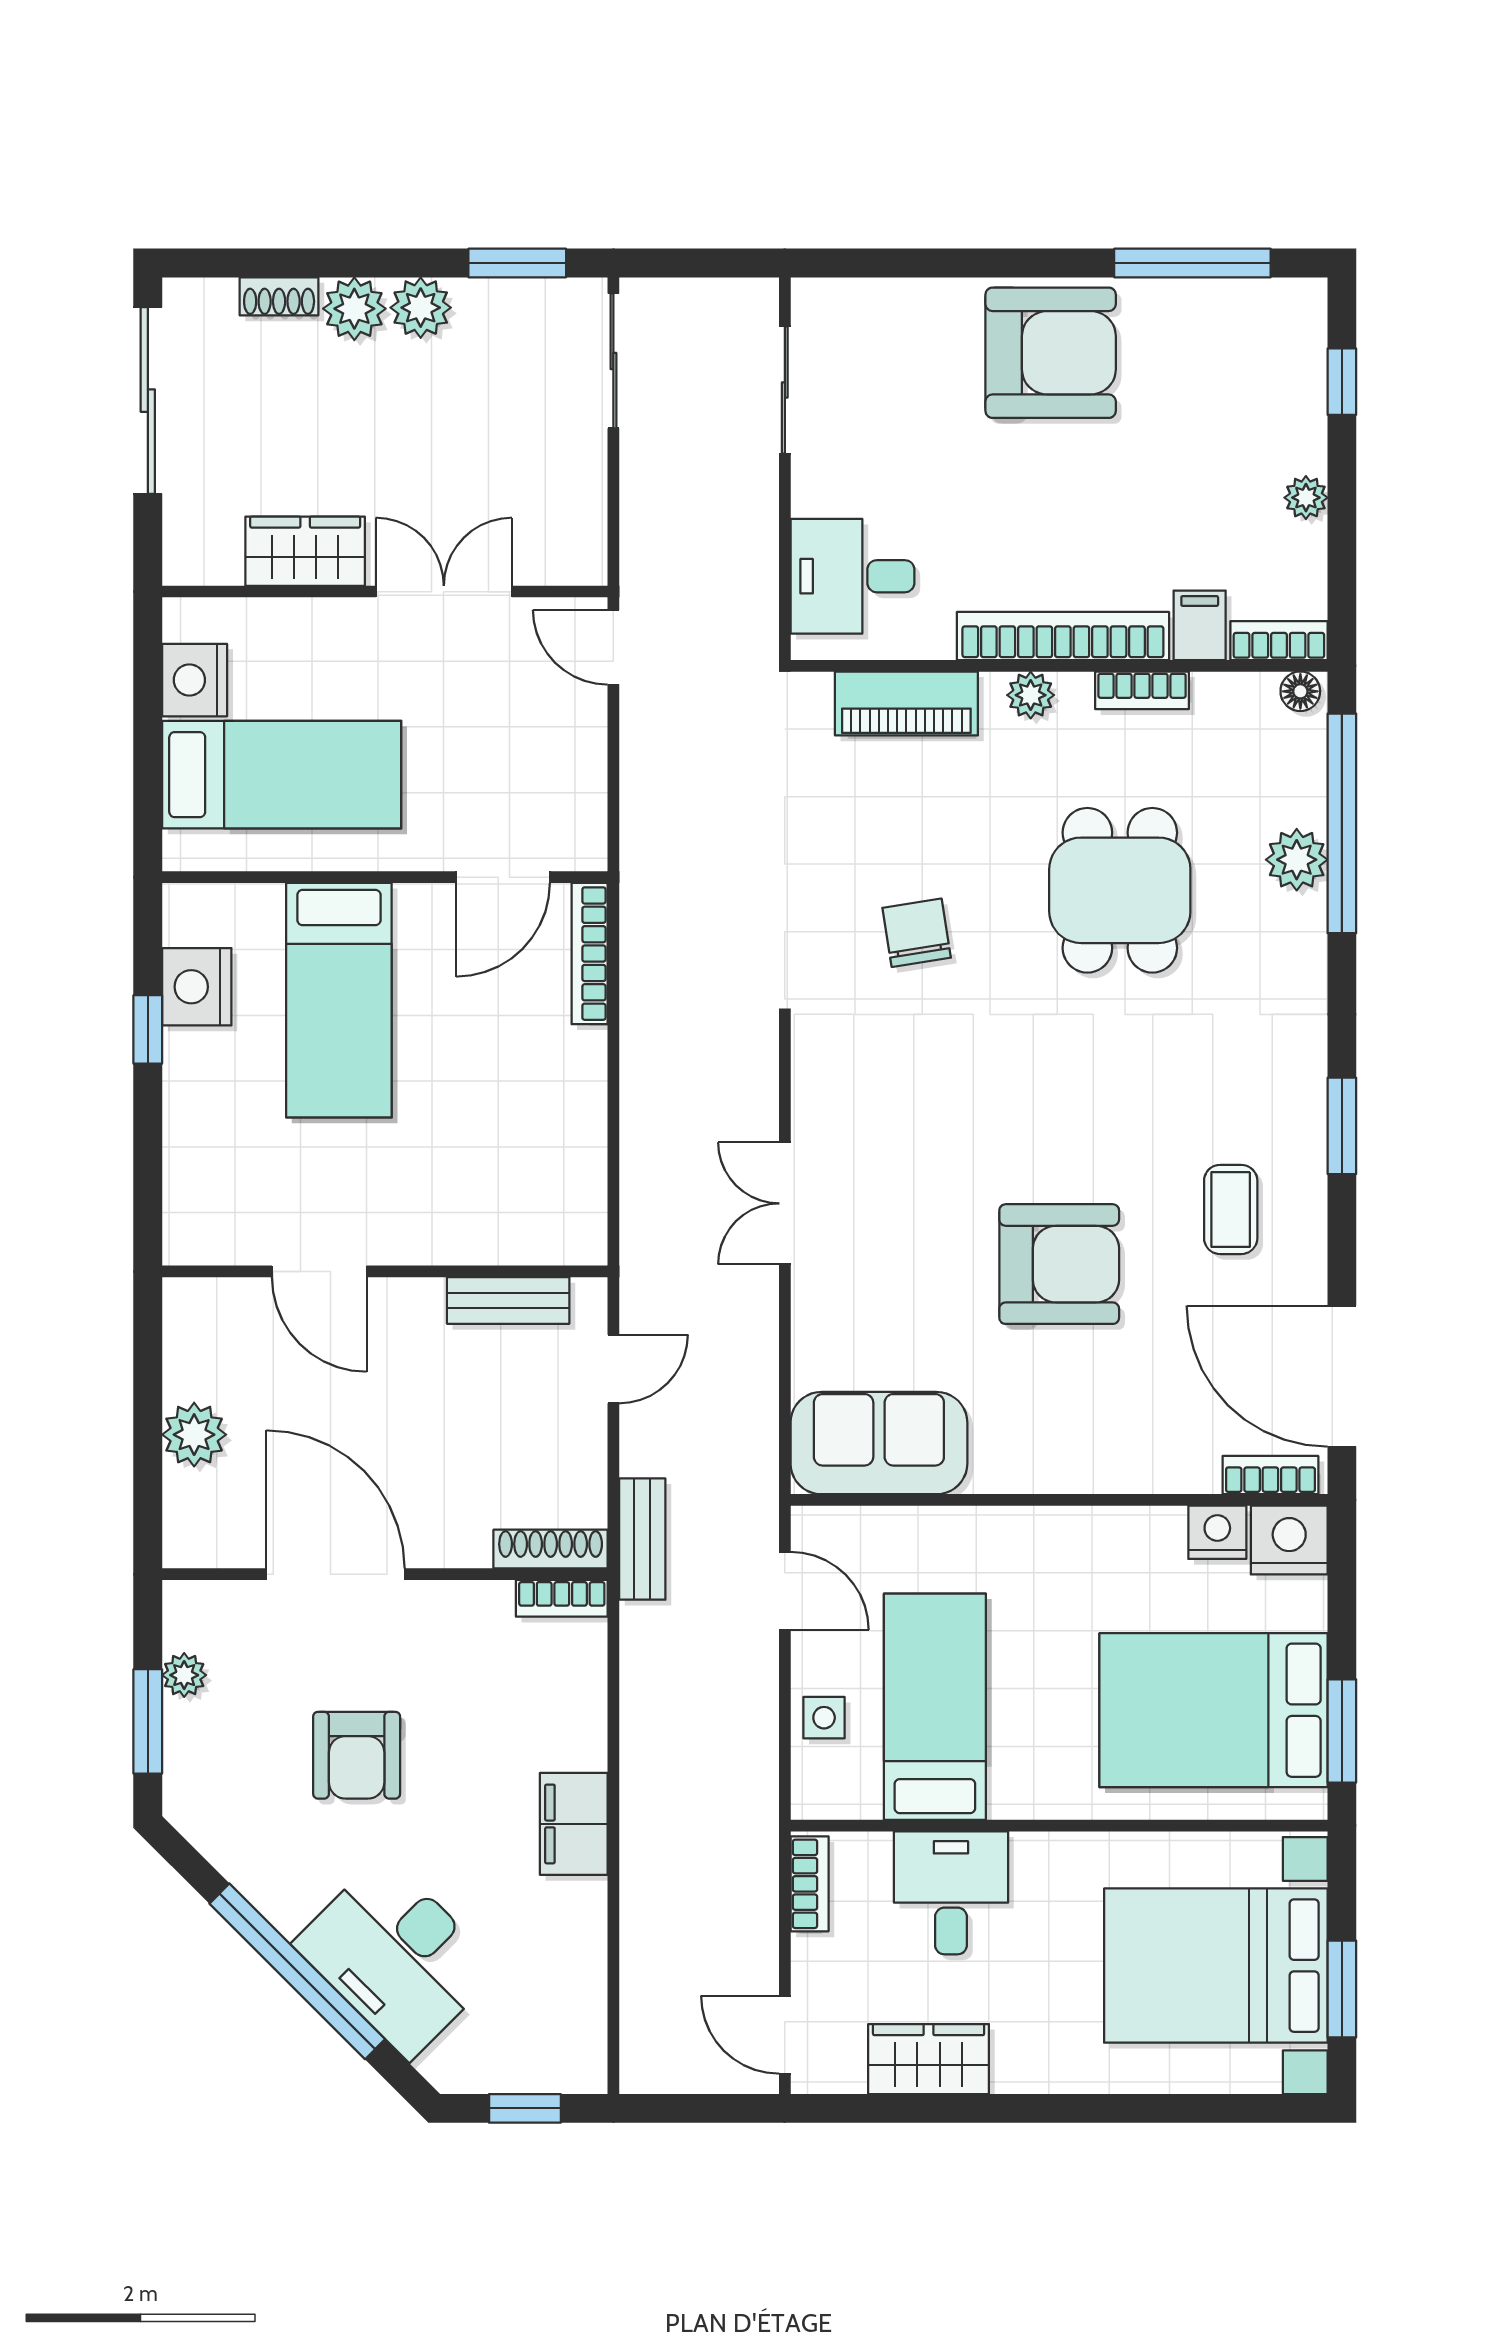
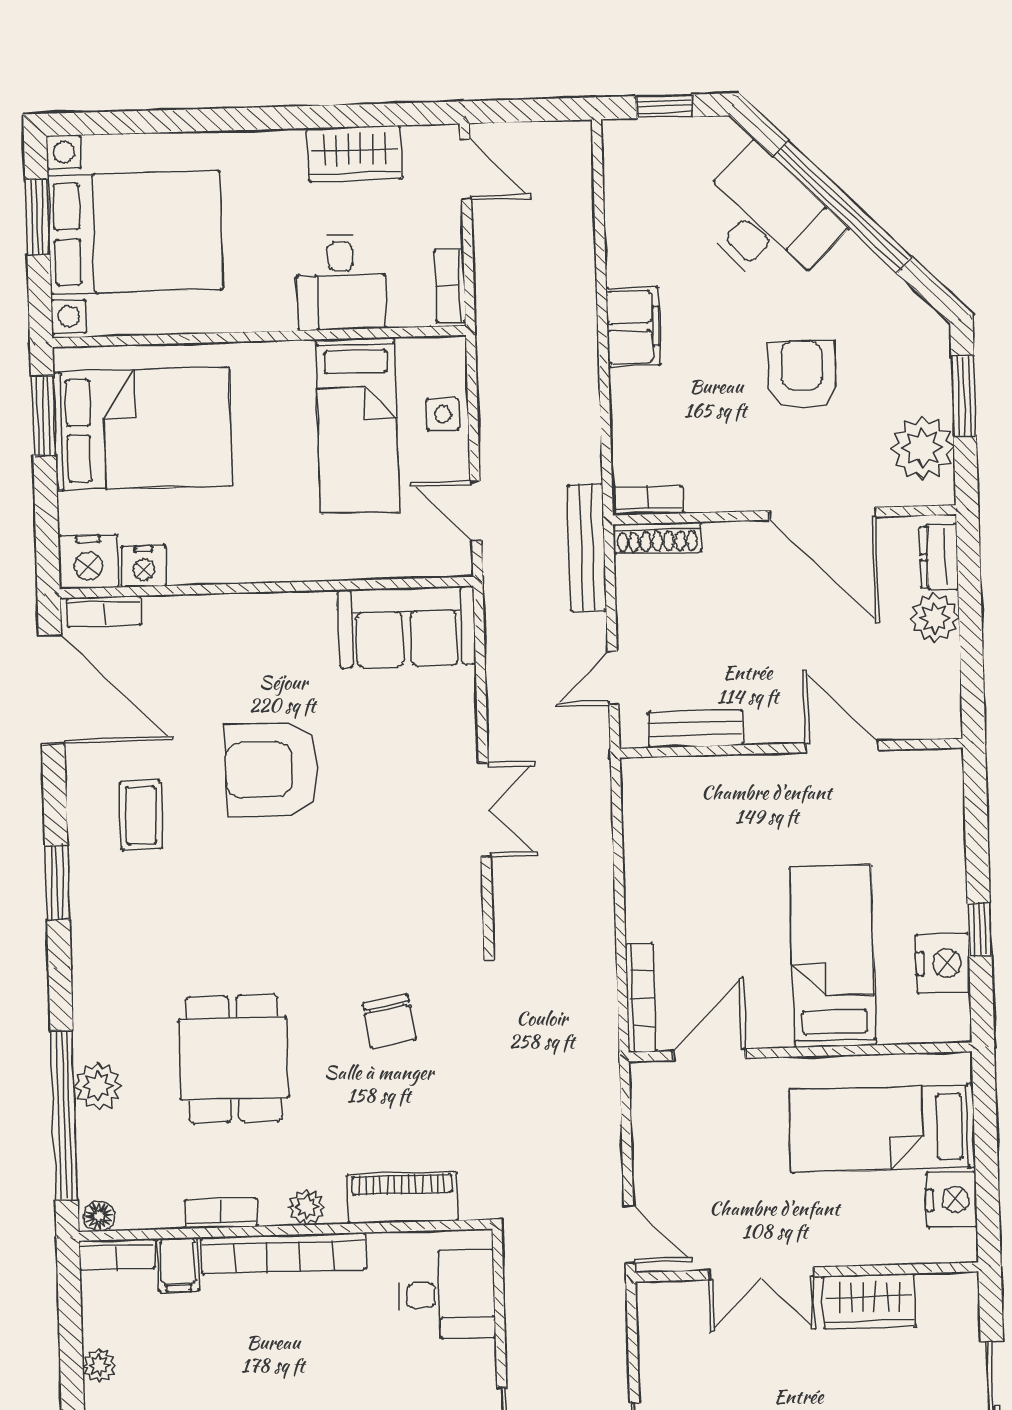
dresser: (186, 1514) -> (939, 557), added
bench: (642, 1539) -> (587, 548), width x1.36
plant: (184, 1675) -> (922, 448), width x1.88, depth x1.88

